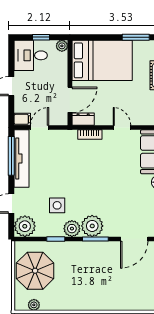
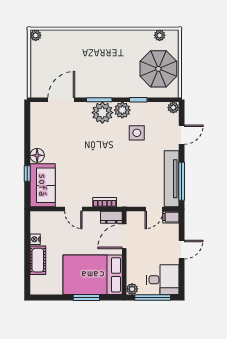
window: (41, 37) -> (153, 298), width x2.17
window: (136, 37) -> (86, 298), moved
plant: (25, 226) -> (173, 108), width x0.53, depth x0.53

